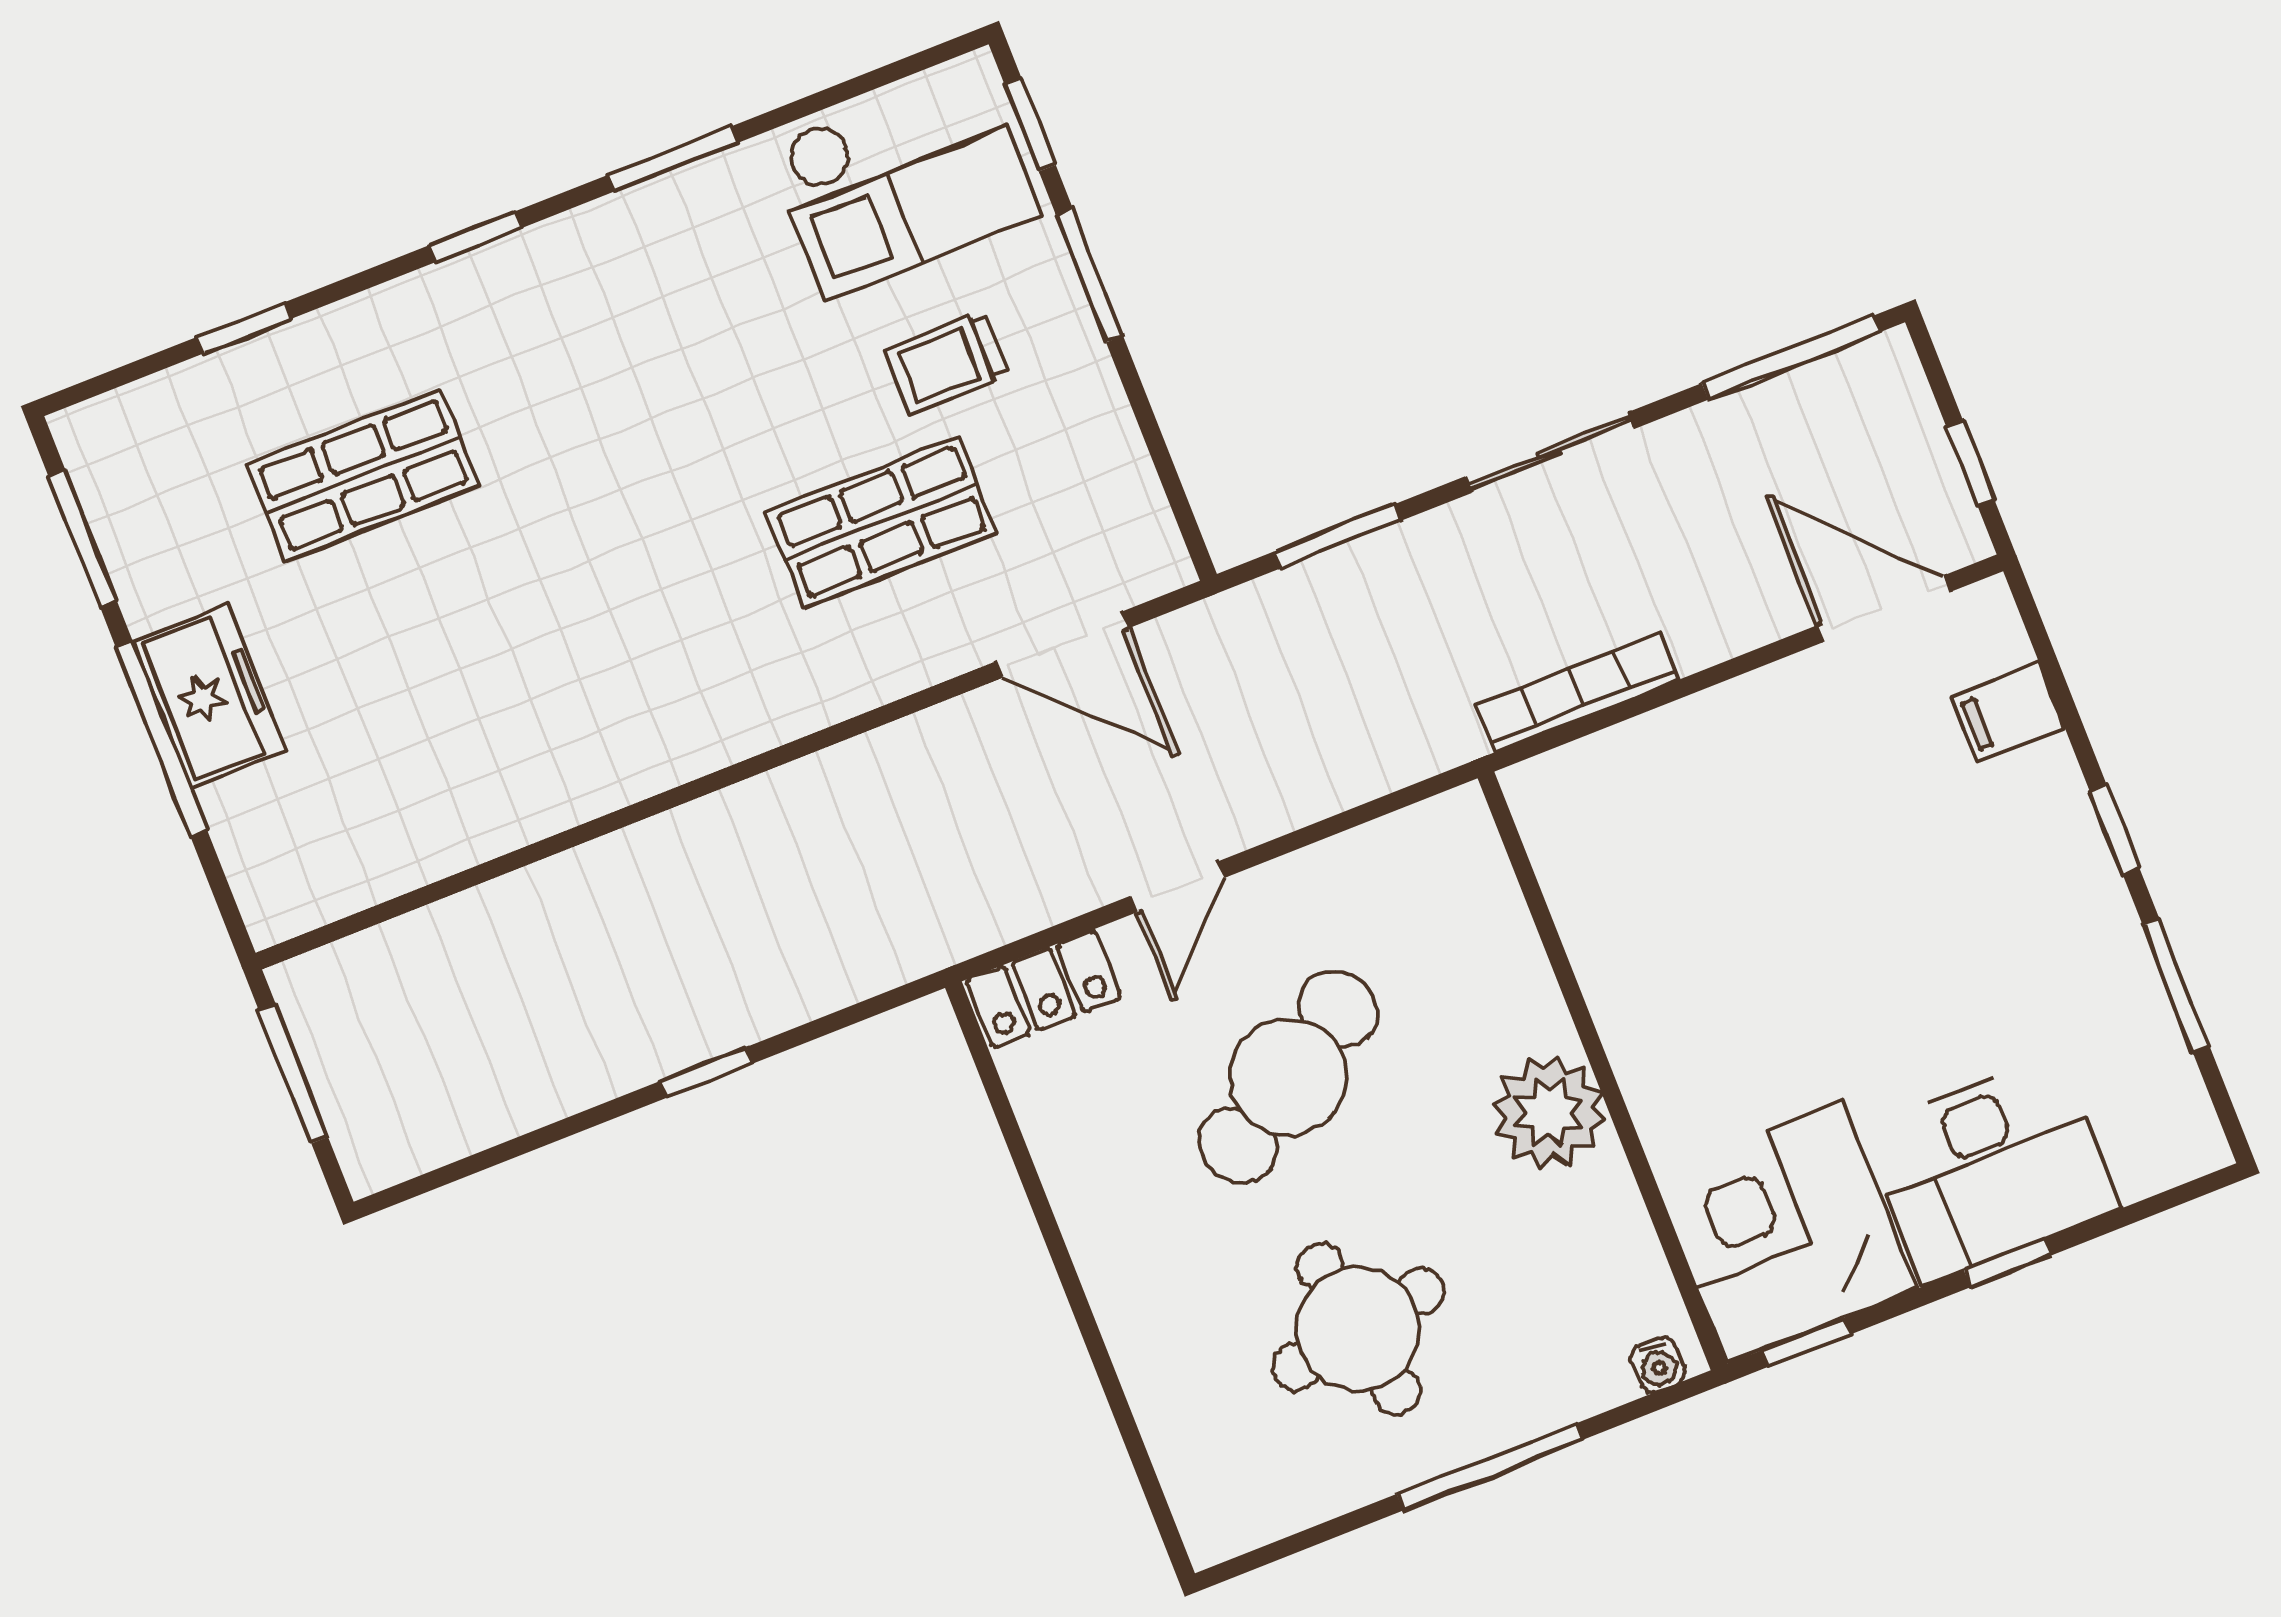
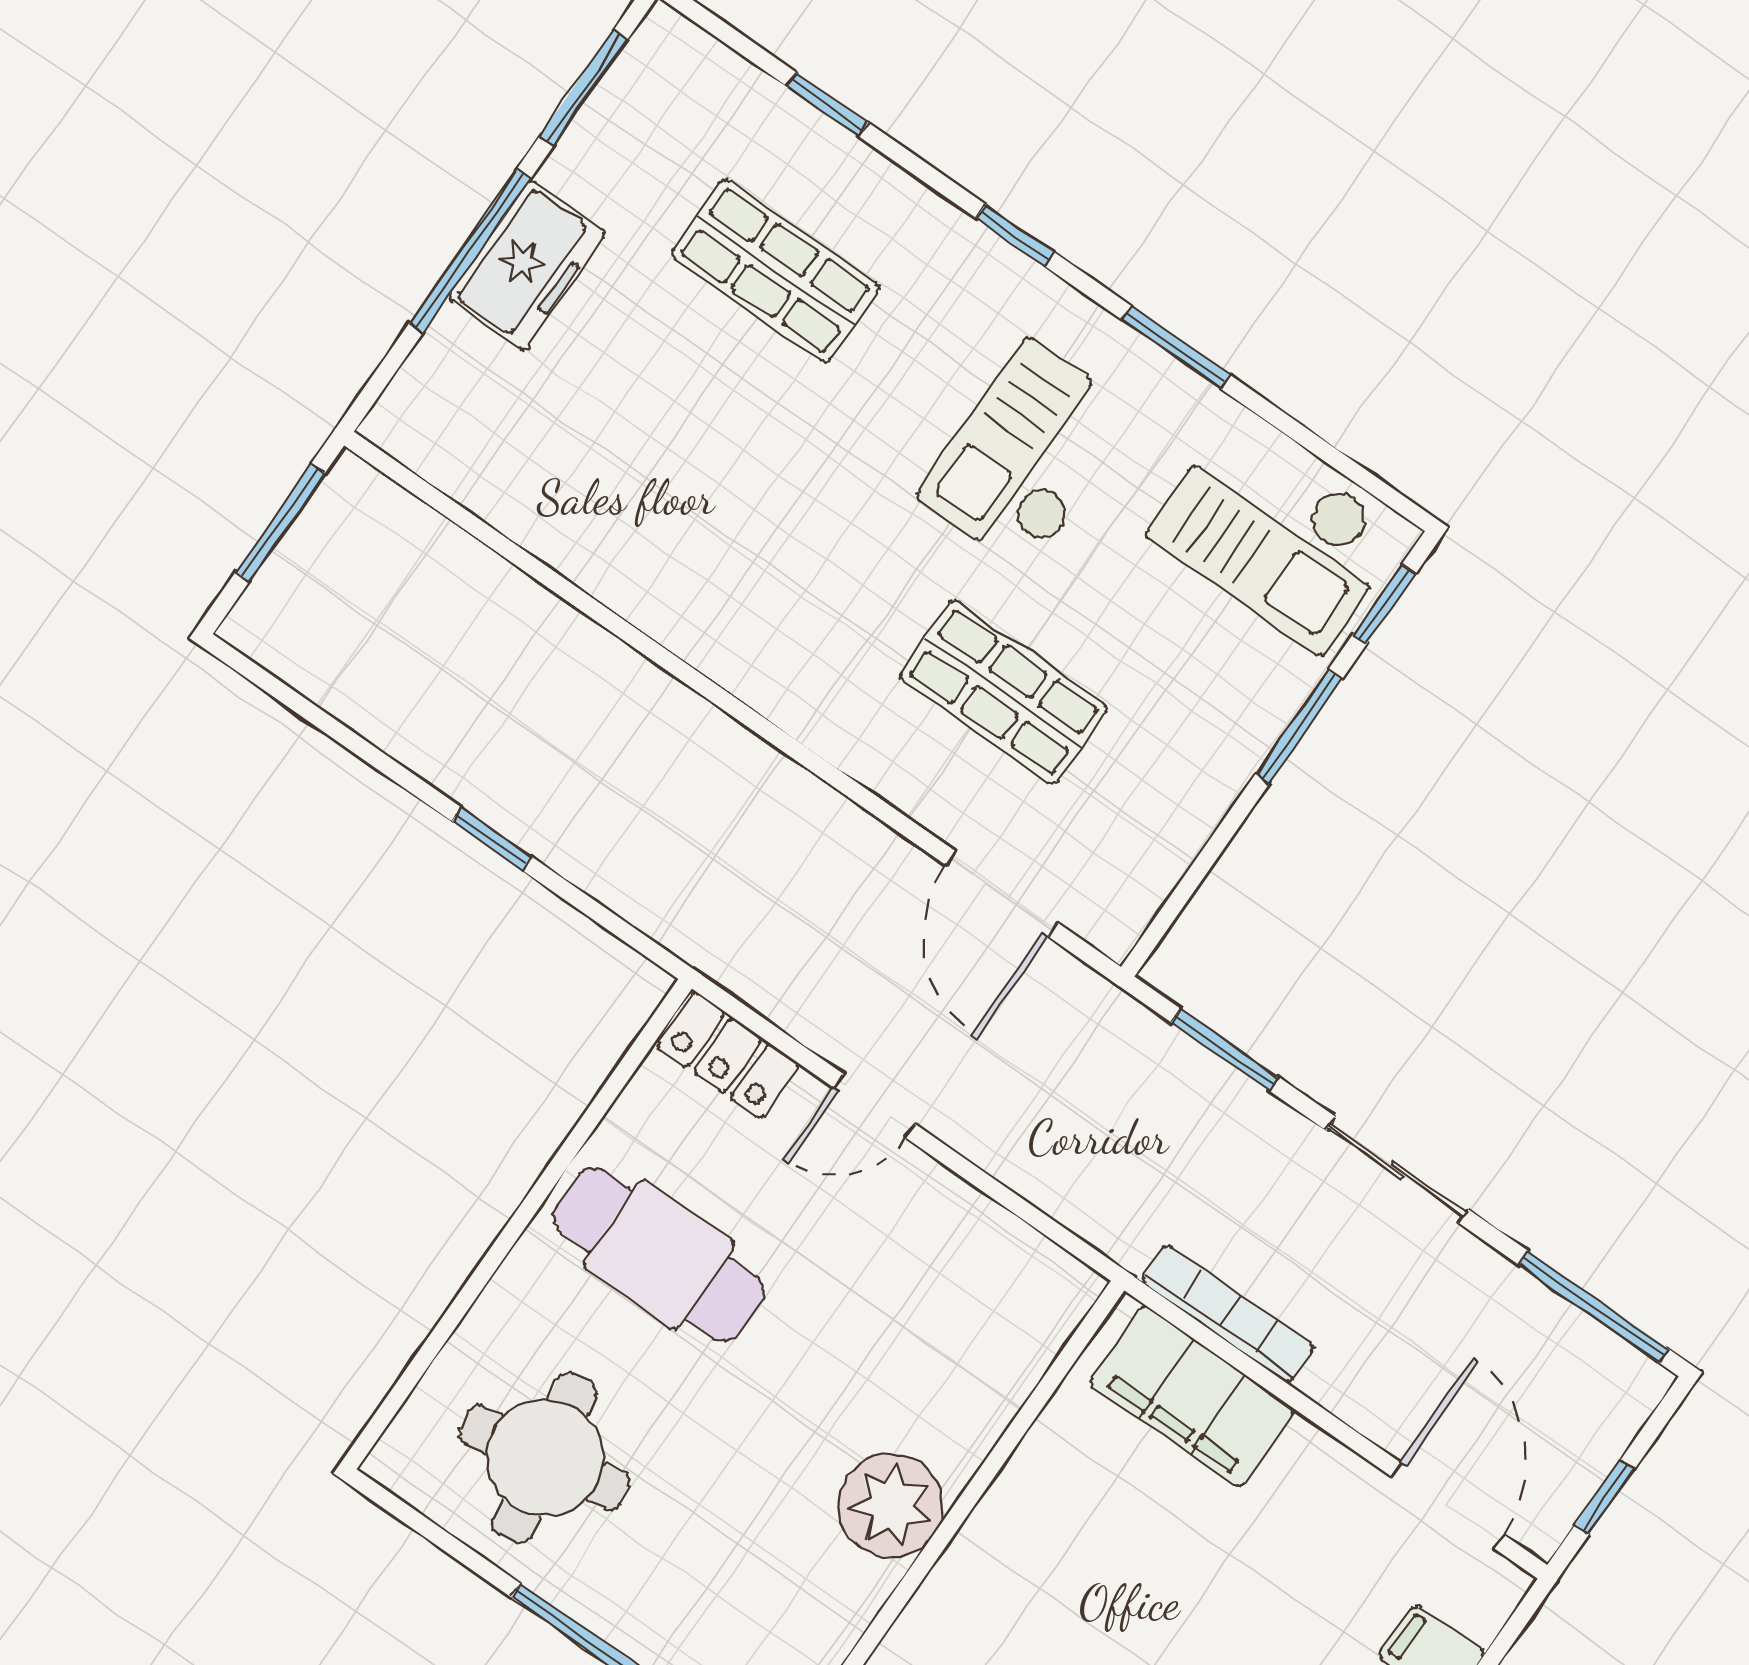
checkout: (681, 358) -> (1027, 455), added
trolley: (947, 363) -> (1159, 661), removed
filing cabinet: (1631, 774) -> (1192, 1396), added
cafe table: (1288, 1077) -> (659, 1255), moved, turned 32
round table: (1358, 1329) -> (545, 1458), moved

